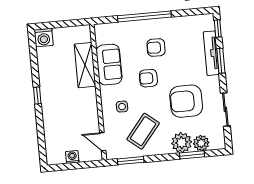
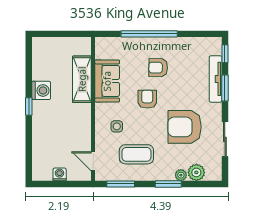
washing machine: (44, 38) -> (41, 90), moved, turned -90
armchair: (148, 78) -> (147, 99), turned 90
coffee table: (143, 131) -> (136, 154), turned 51
plant: (182, 143) -> (181, 175), width x0.53, depth x0.53
window: (192, 155) -> (168, 184), moved

